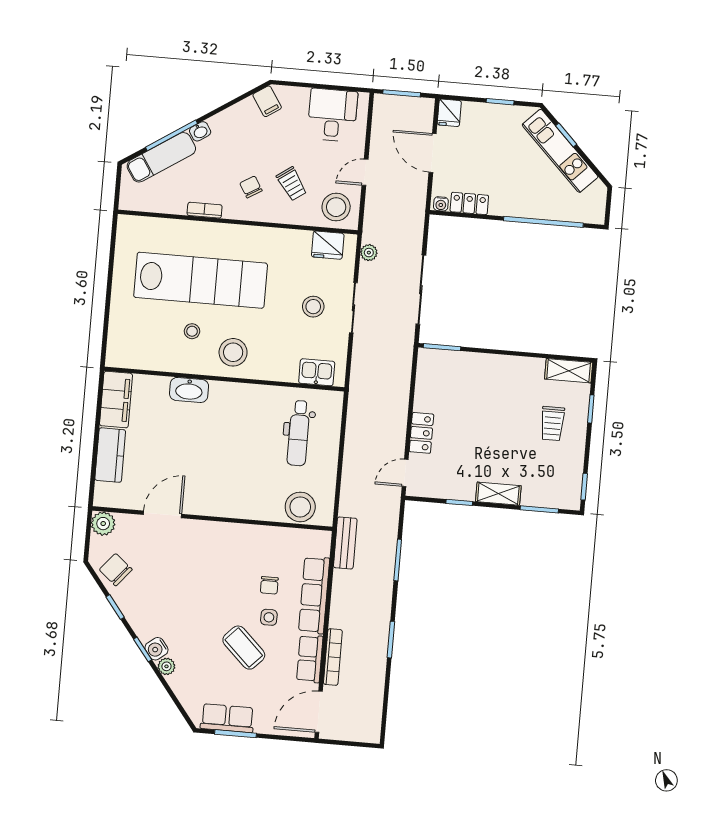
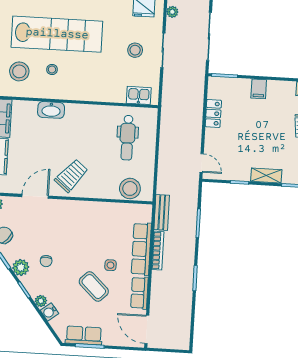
stool: (233, 352) -> (19, 71), moved
filing cabinet: (491, 368) -> (259, 89), added
locker: (421, 433) -> (213, 113), moved
door: (405, 473) -> (202, 163), swing flipped
trolley: (216, 486) -> (71, 176), added
chair: (269, 585) -> (46, 261), moved
plant: (139, 617) -> (21, 267), added
water cooler: (156, 649) -> (49, 312), moved
bookcase: (333, 657) -> (158, 251), moved
door: (319, 712) -> (147, 329), hinge flipped

